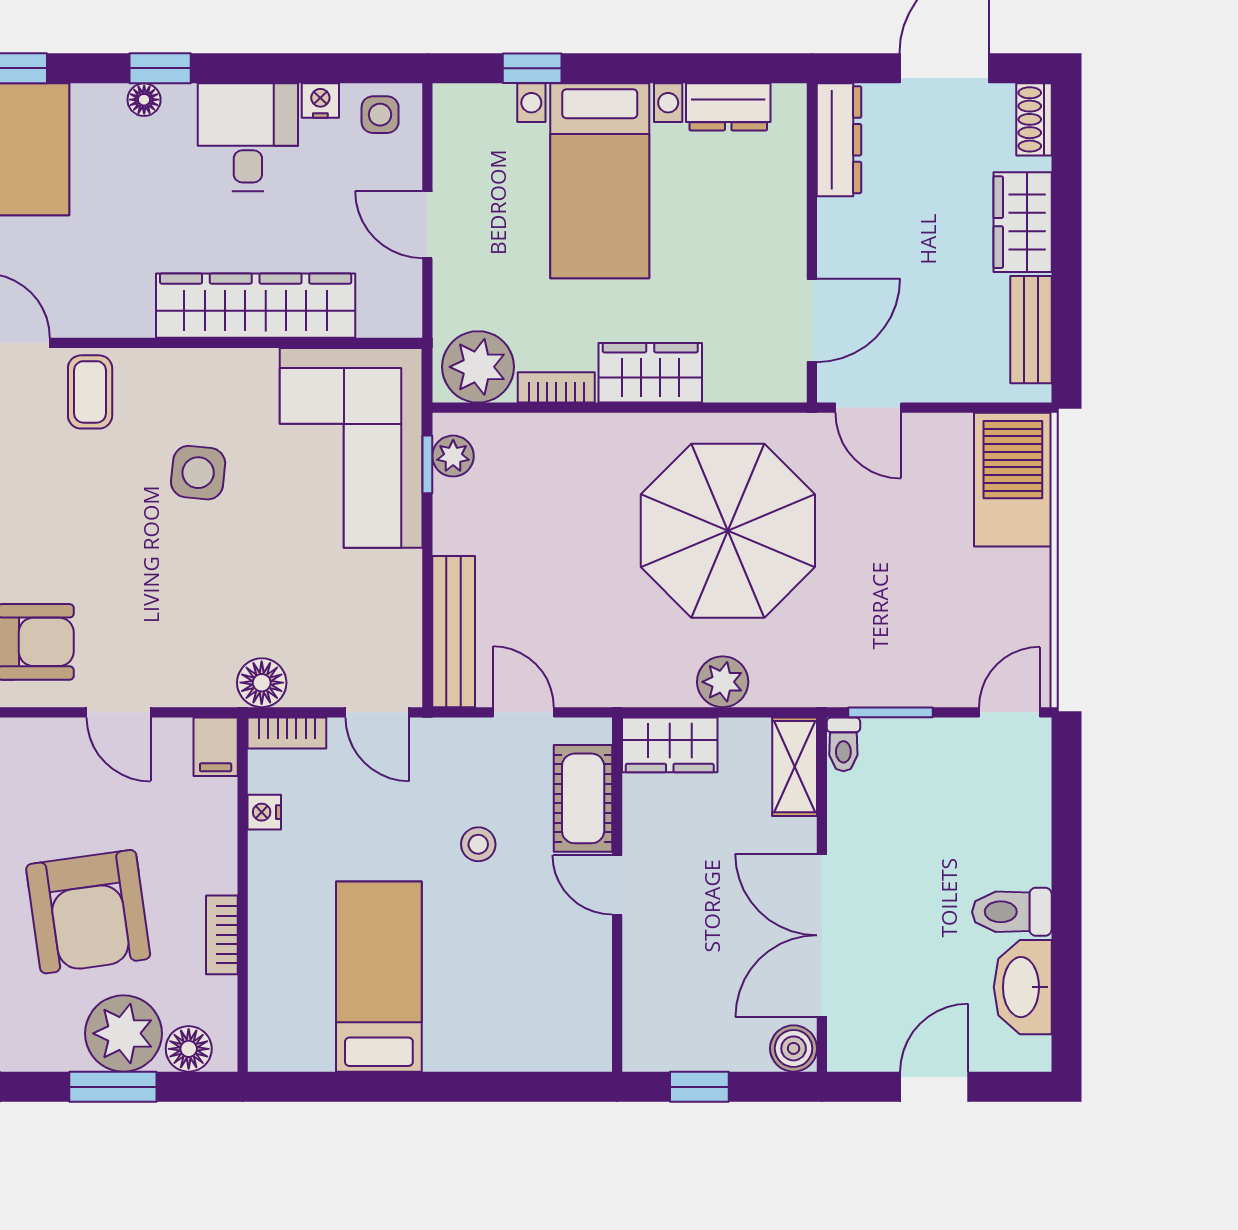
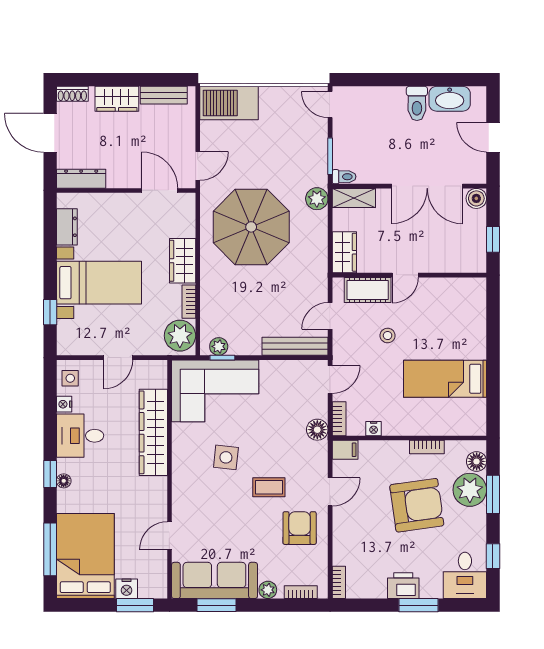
coffee table: (90, 392) -> (269, 487), moved
plant: (723, 682) -> (317, 199), moved

